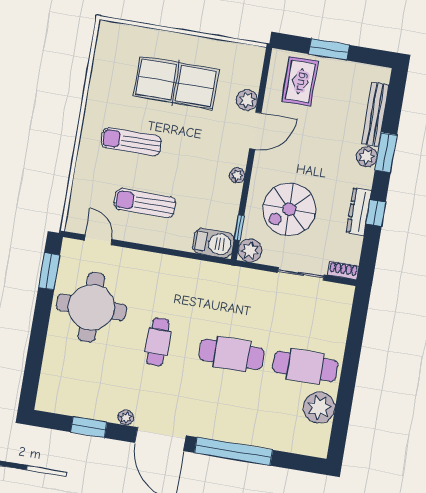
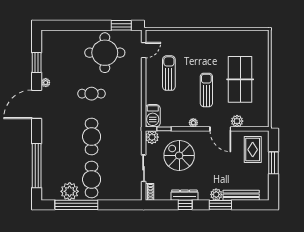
rug: (300, 81) -> (253, 150), turned 90
sun lounger: (131, 142) -> (206, 90), moved
window: (345, 400) -> (76, 205), added
window: (234, 451) -> (37, 166), moved

